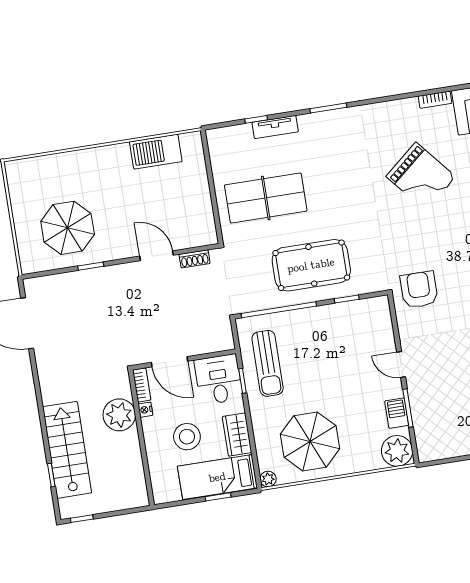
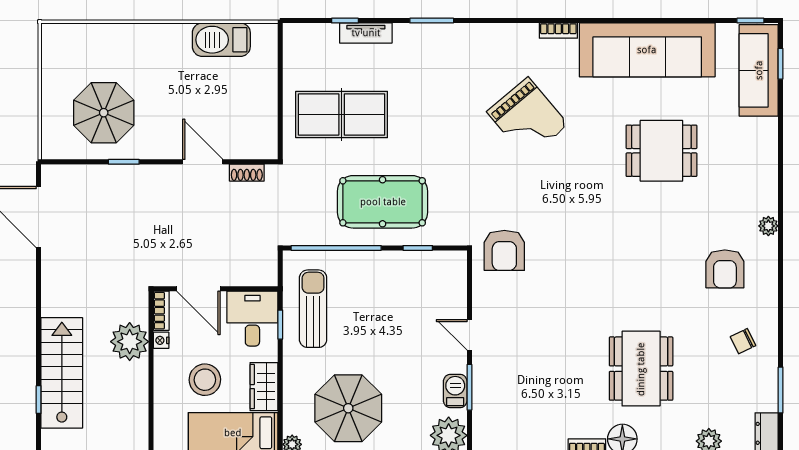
armchair: (419, 290) -> (504, 250), turned 180
sun lounger: (268, 363) -> (313, 309), turned 180

